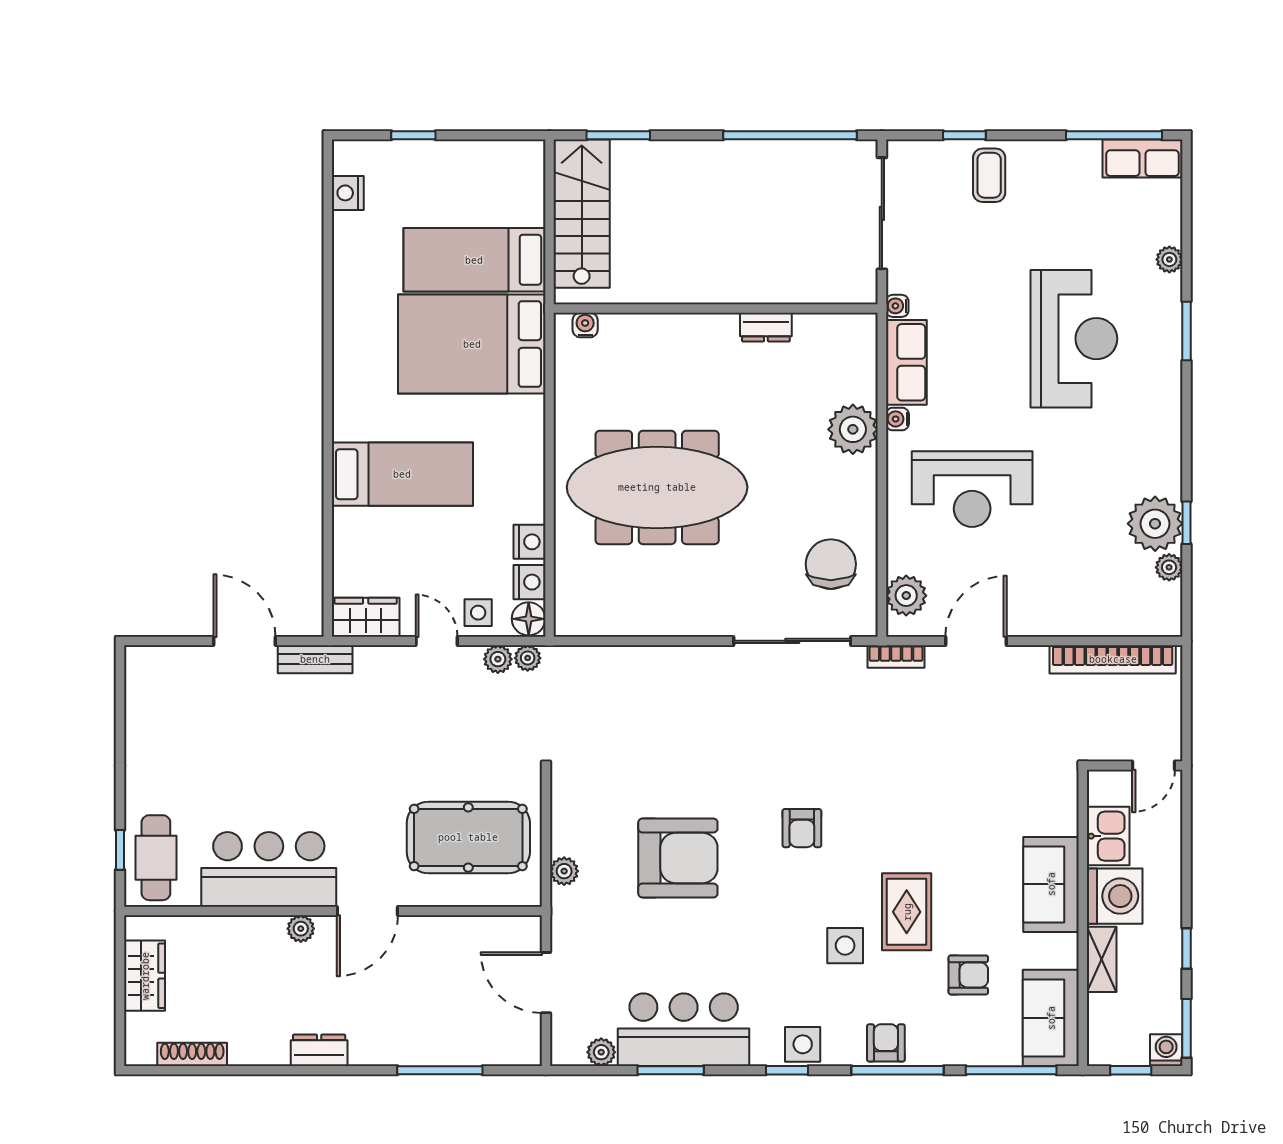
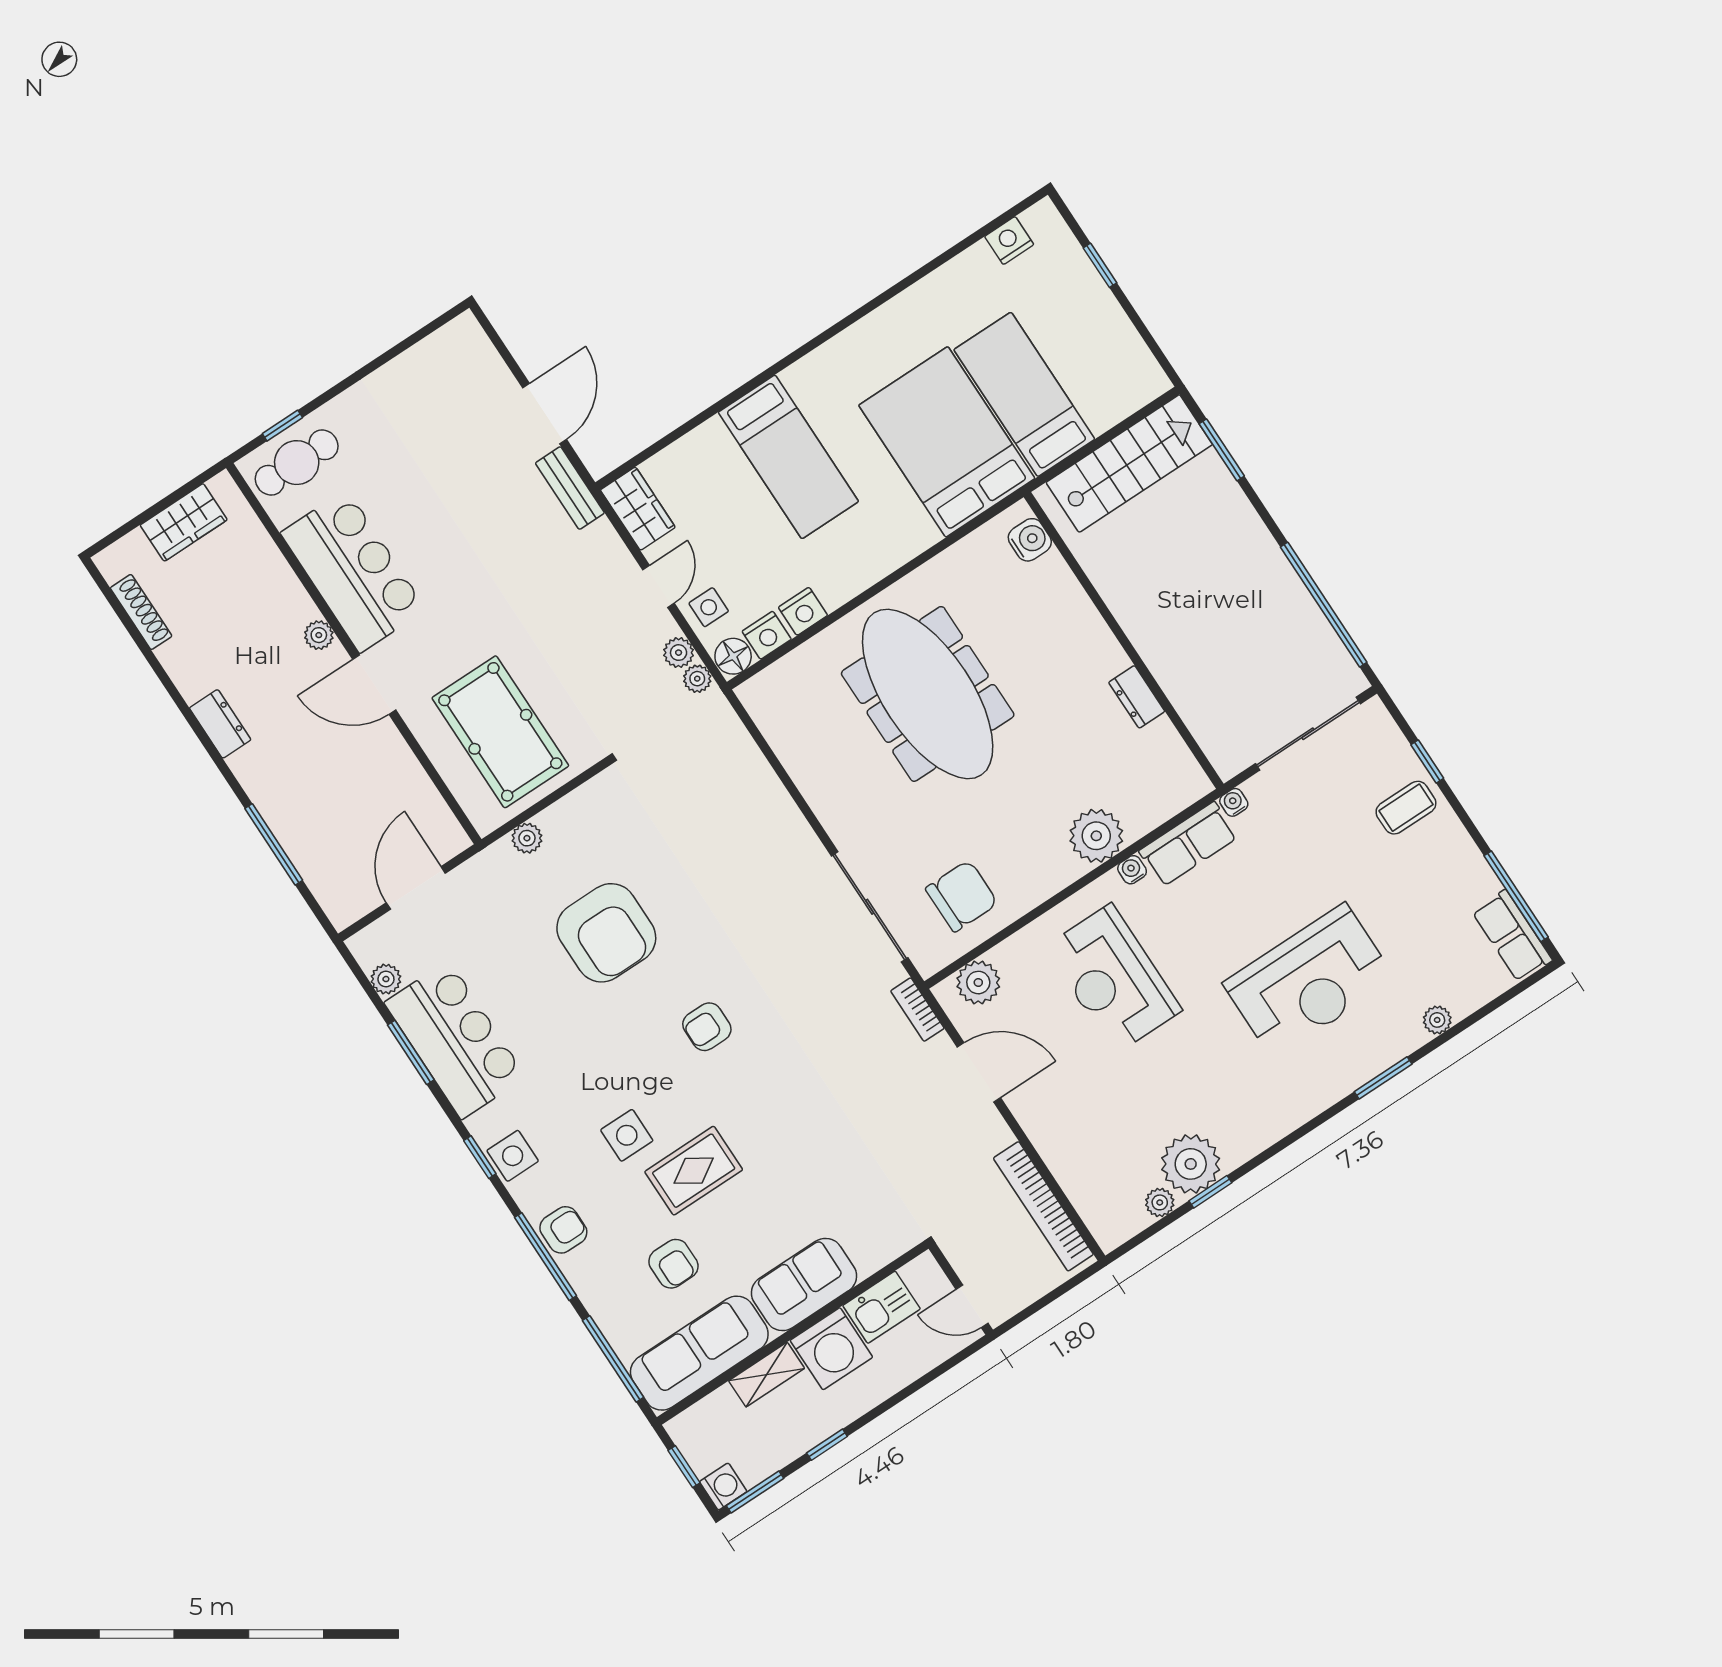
water cooler: (585, 325) -> (1030, 540), width x1.38, depth x1.38
sofa: (1051, 1018) -> (699, 1353), width x1.36

